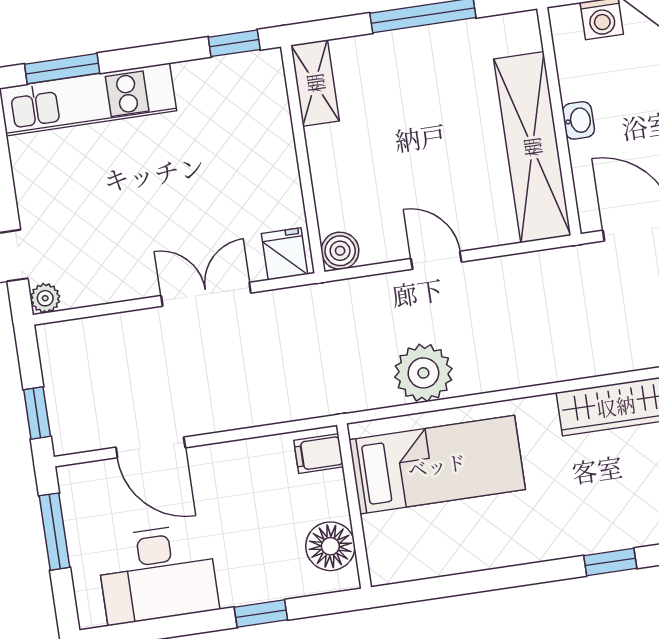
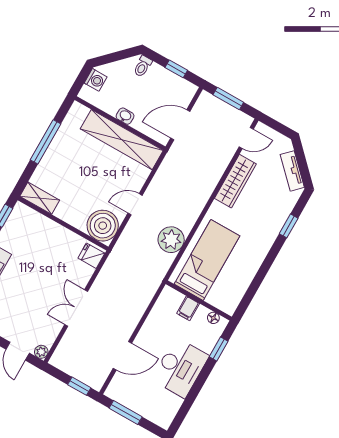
boiler: (340, 251) -> (103, 226), width x1.86, depth x1.86
double door: (206, 294) -> (76, 308), moved
filing cabinet: (319, 454) -> (188, 308), moved
floor lamp: (330, 546) -> (213, 318), width x0.53, depth x0.53
desk: (157, 574) -> (180, 368), moved
window: (261, 614) -> (219, 349), moved

